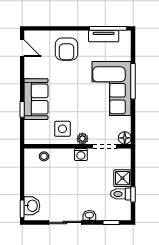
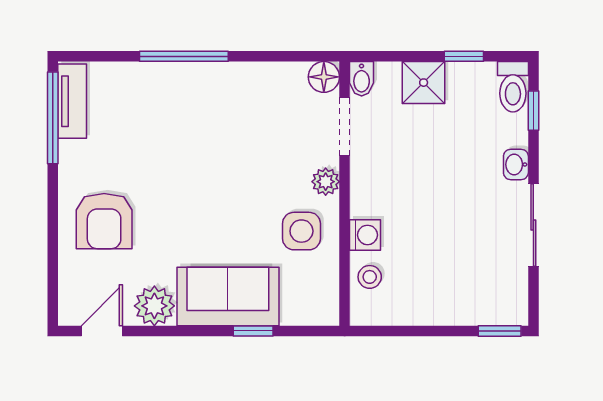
tv unit: (104, 36) -> (72, 101), moved
armchair: (66, 49) -> (104, 221), turned 90
plant: (32, 69) -> (154, 306), added
corner sofa: (112, 88) -> (202, 110), removed
bidet: (124, 153) -> (362, 79), added
washing machine: (81, 154) -> (365, 235), moved
toilet: (121, 194) -> (513, 87), moved
washbasin: (32, 206) -> (492, 307), removed

